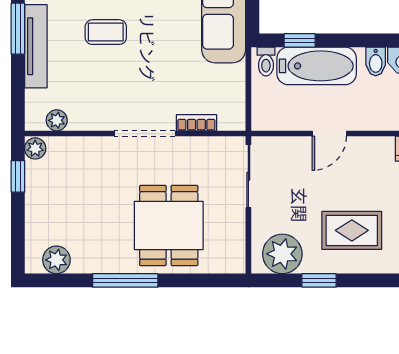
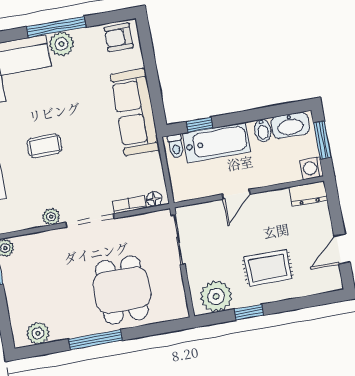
plant: (57, 120) -> (51, 217), moved
floor lamp: (228, 121) -> (154, 199), added

